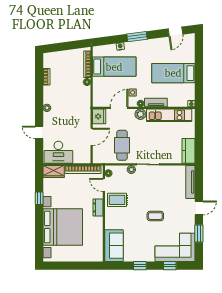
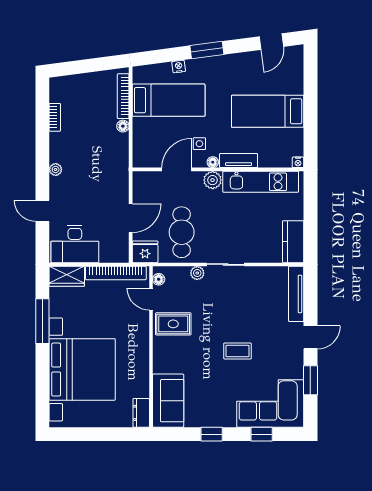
fridge: (99, 116) -> (145, 252), moved, turned -90
window: (39, 198) -> (42, 321), width x2.17
dresser: (98, 207) -> (141, 413), moved

